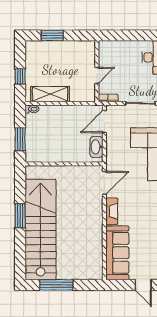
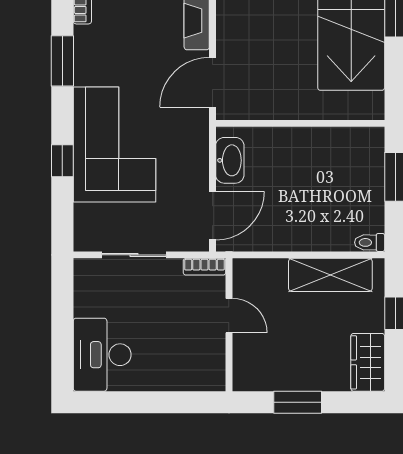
window: (52, 35) -> (298, 402), moved
wardrobe: (33, 54) -> (368, 362), added
door: (97, 75) -> (229, 316), swing flipped

